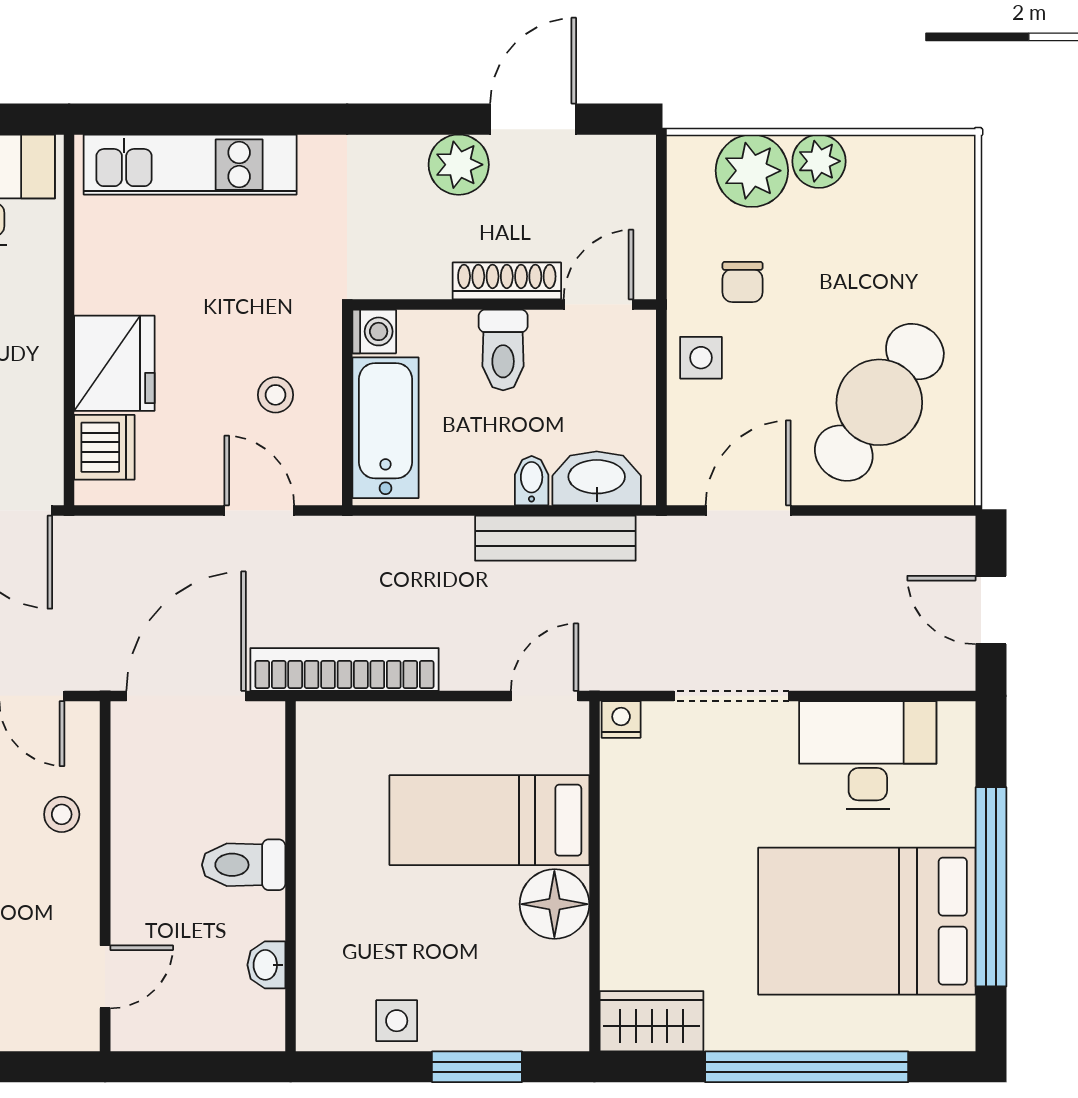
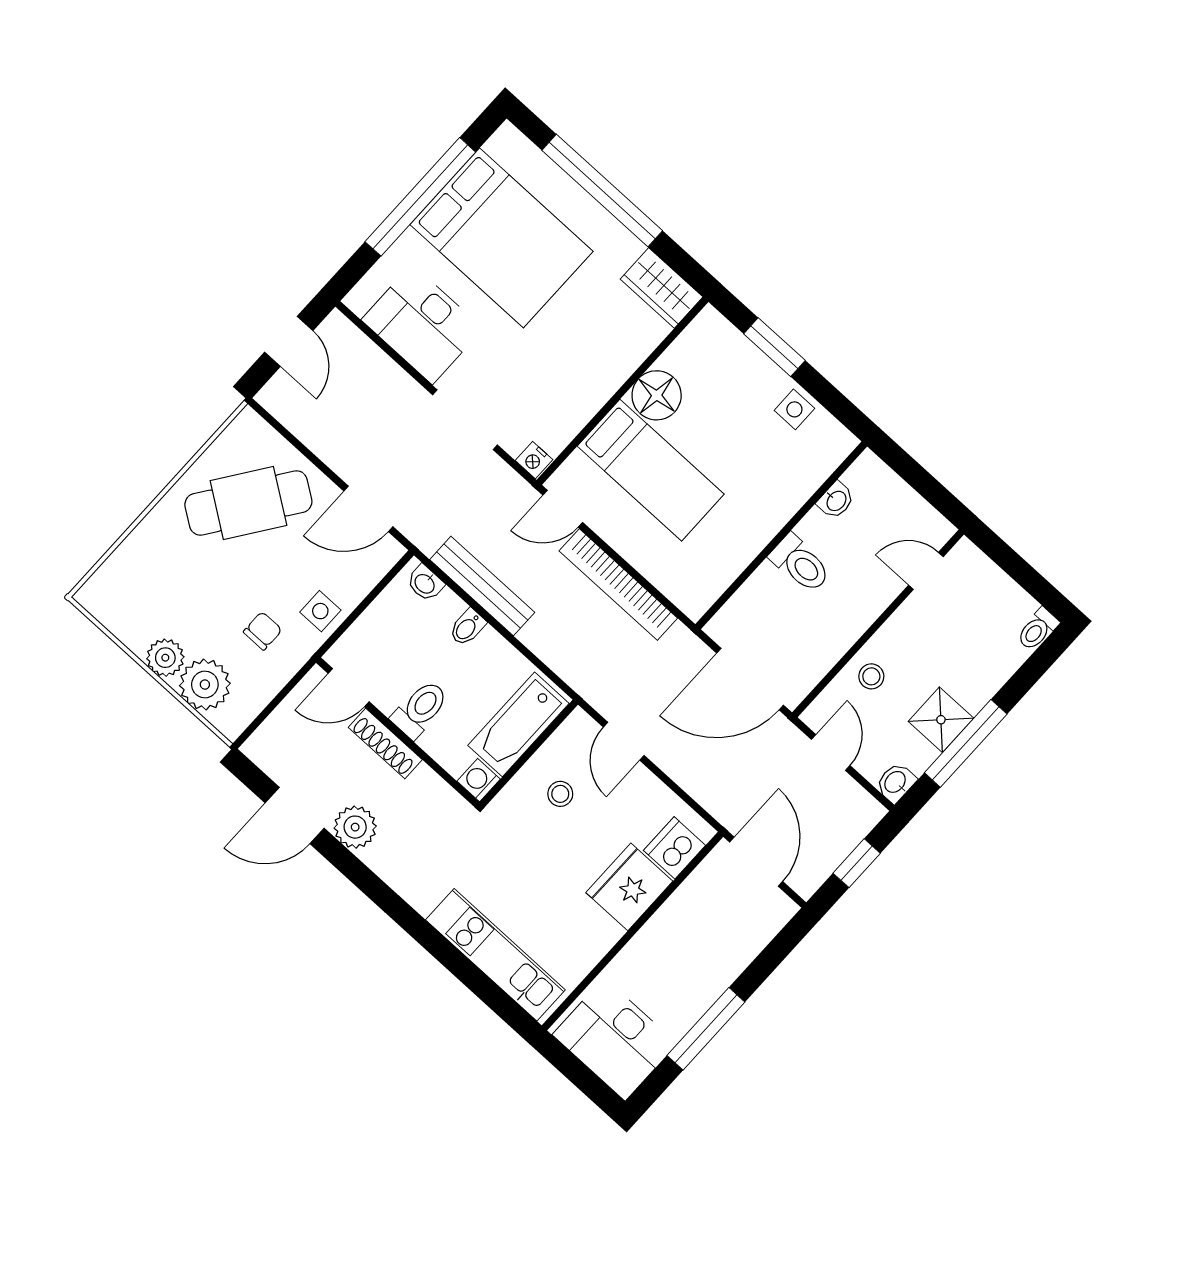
washbasin: (597, 478) -> (425, 583), width x0.52, depth x0.69
bookcase: (344, 669) -> (618, 585), moved

